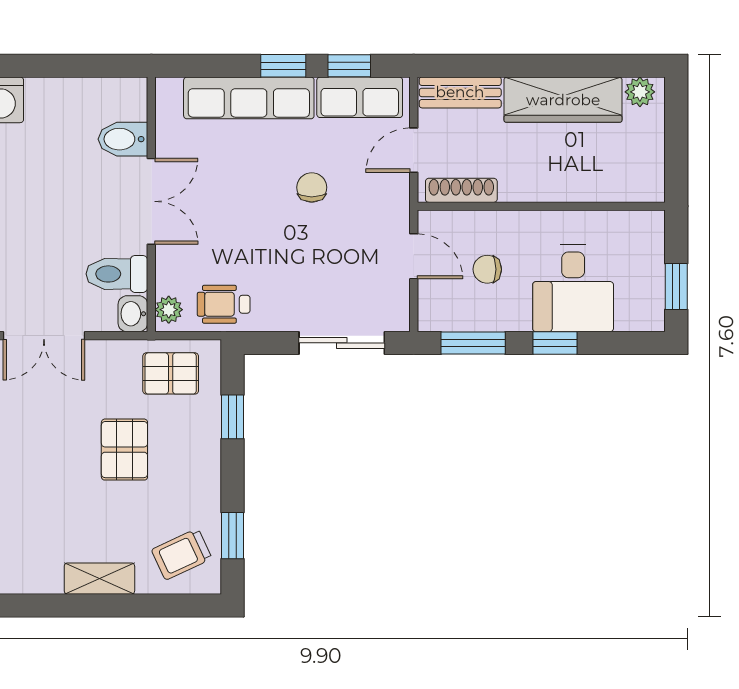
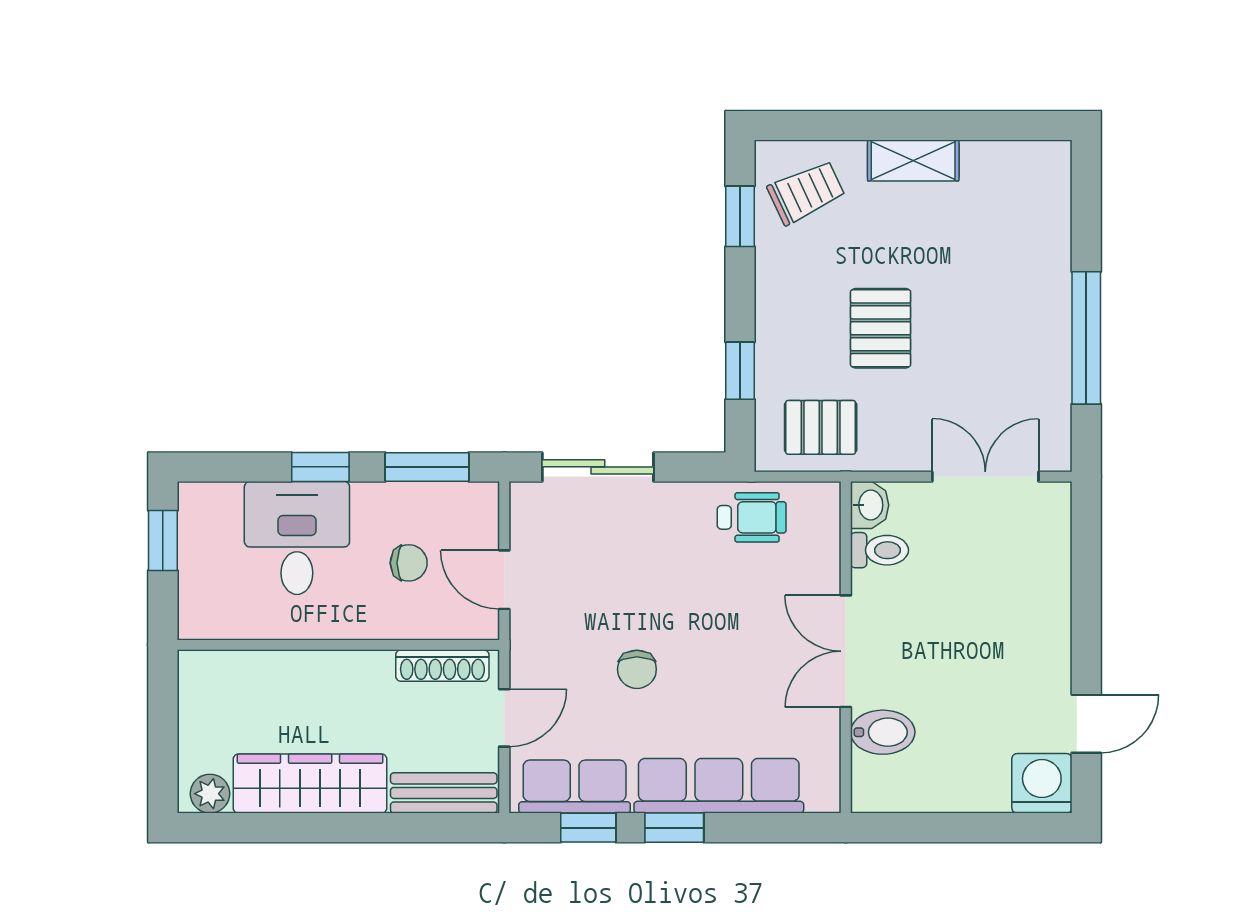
toilet: (117, 274) -> (879, 550), width x0.73, depth x0.72
plant: (169, 310) -> (823, 510), removed

